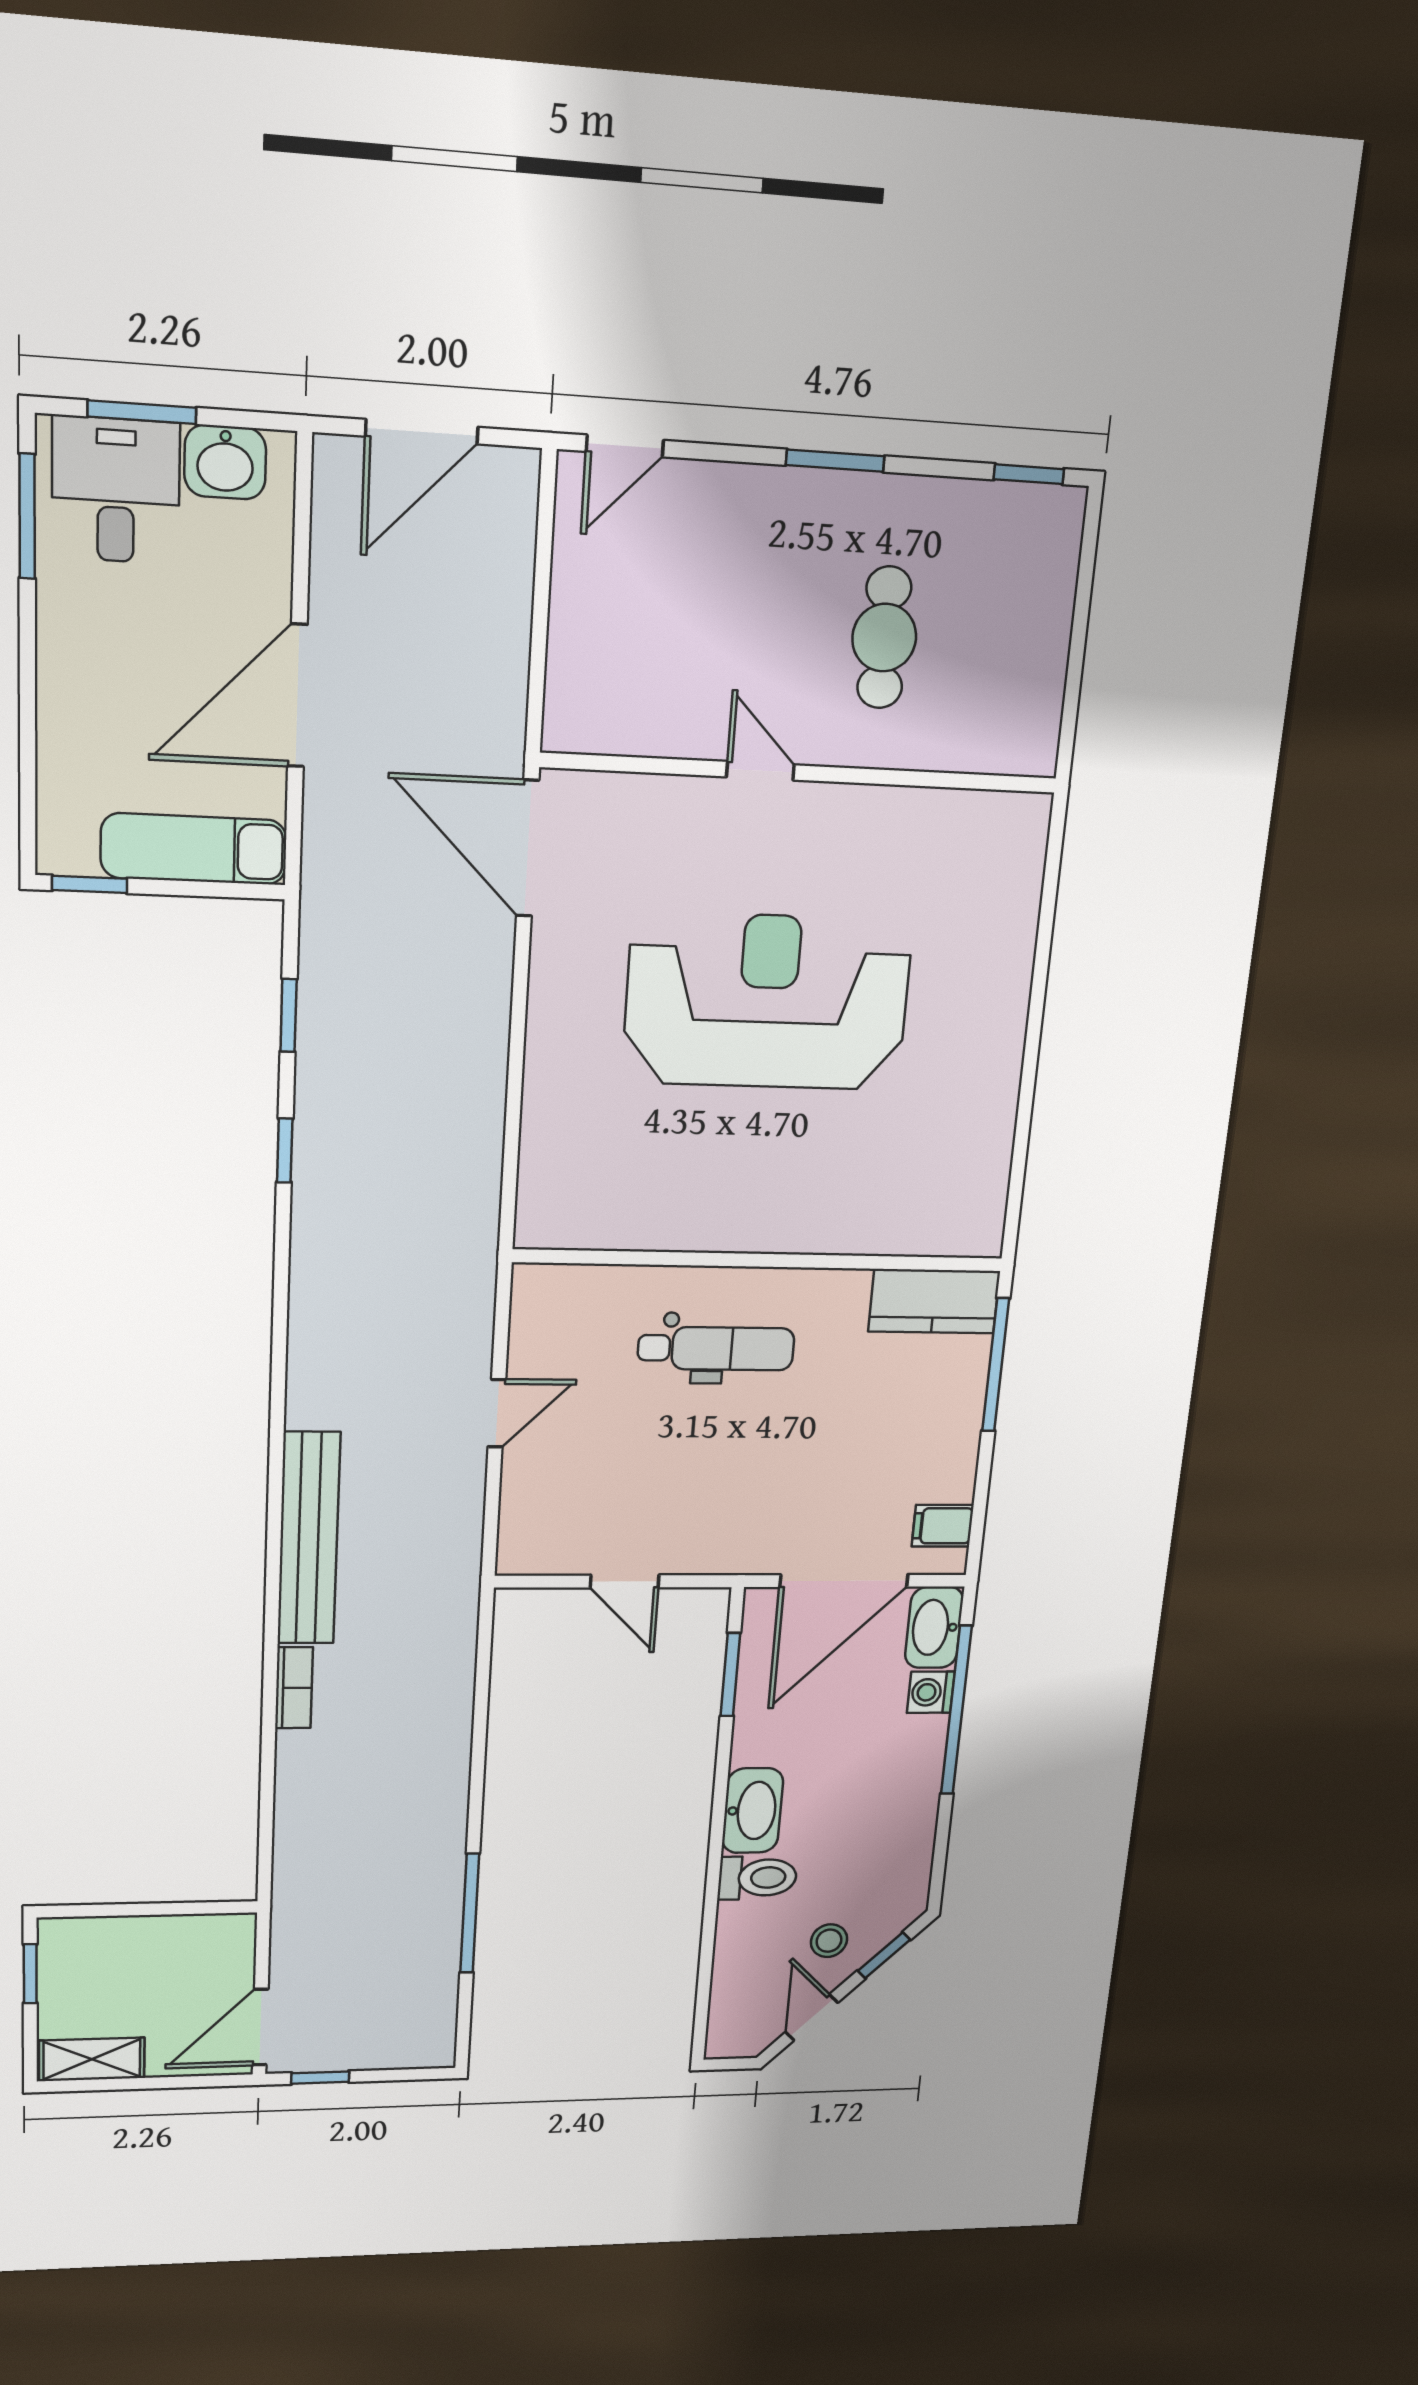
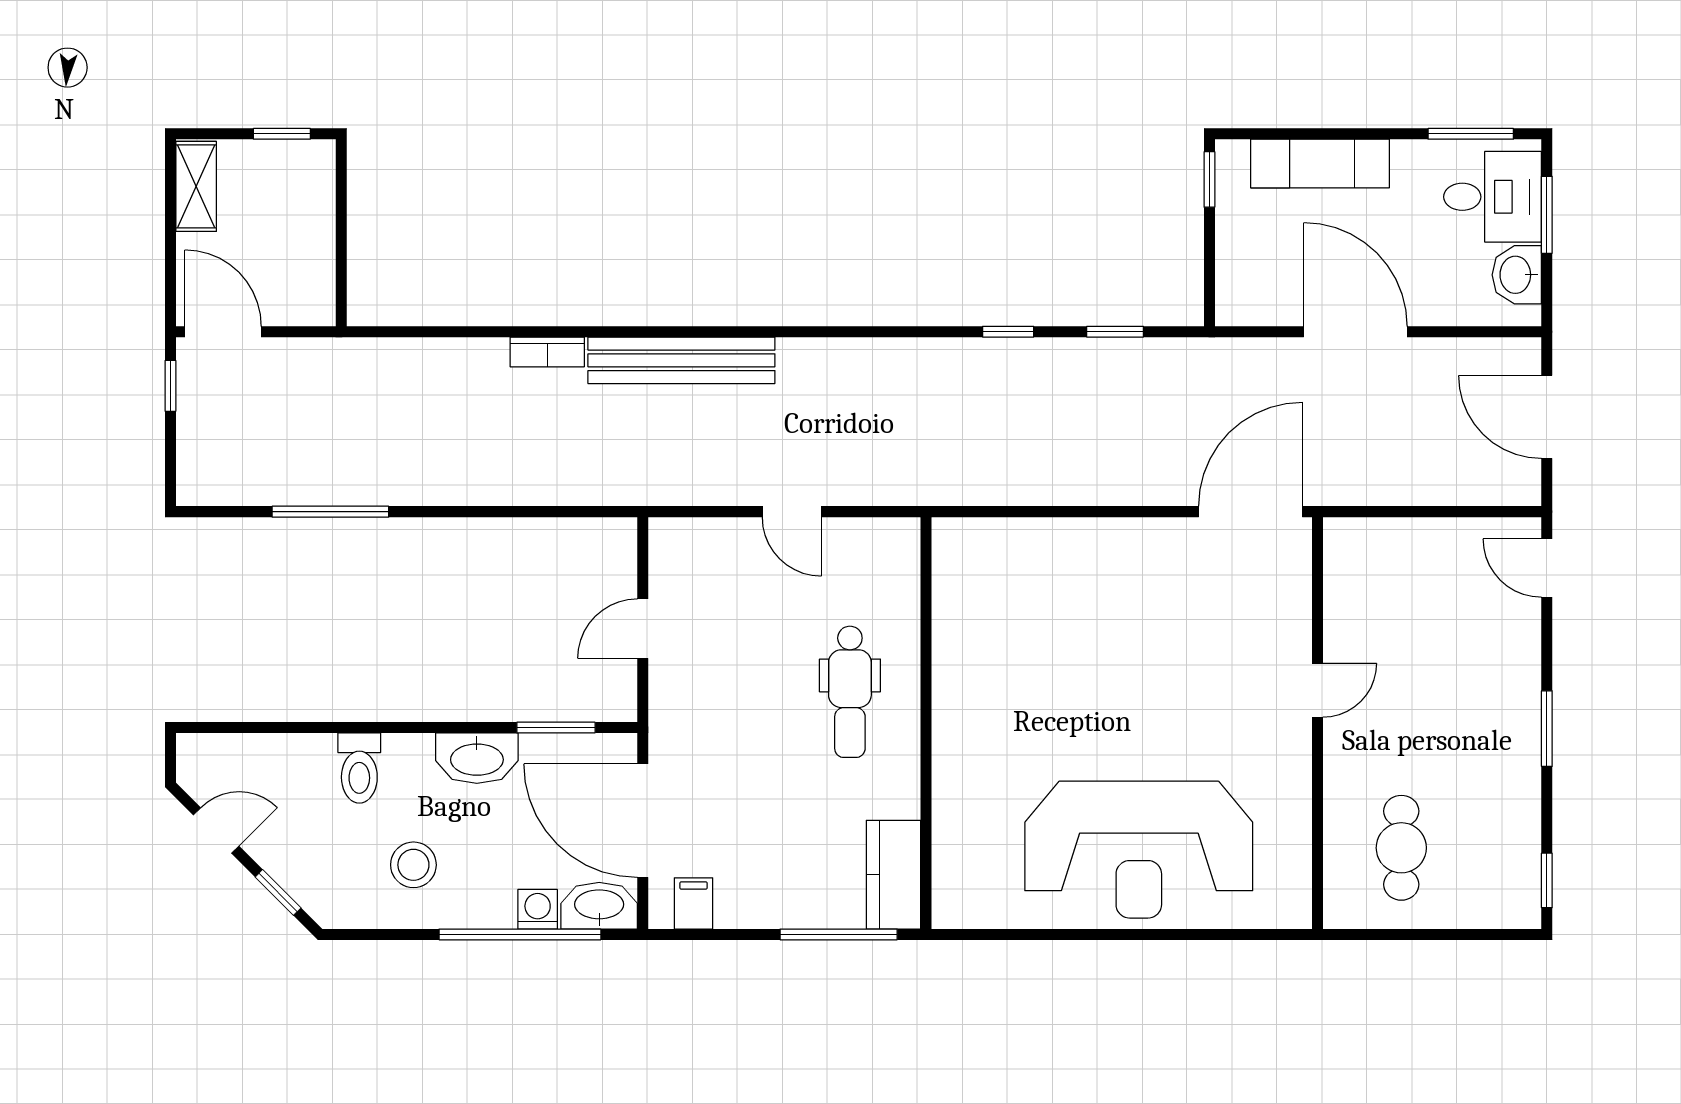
cafe table: (884, 638) -> (1401, 848), moved, turned 90
exam couch: (194, 849) -> (1320, 163), moved, turned 90
reception desk: (767, 1002) -> (1139, 850), moved, turned 90
washbasin: (753, 1811) -> (477, 758), moved
stool: (829, 1941) -> (413, 865), moved, width x1.37, depth x1.37

